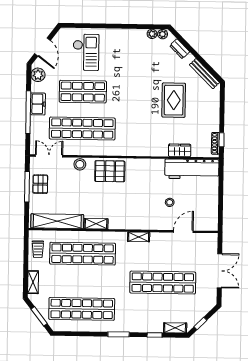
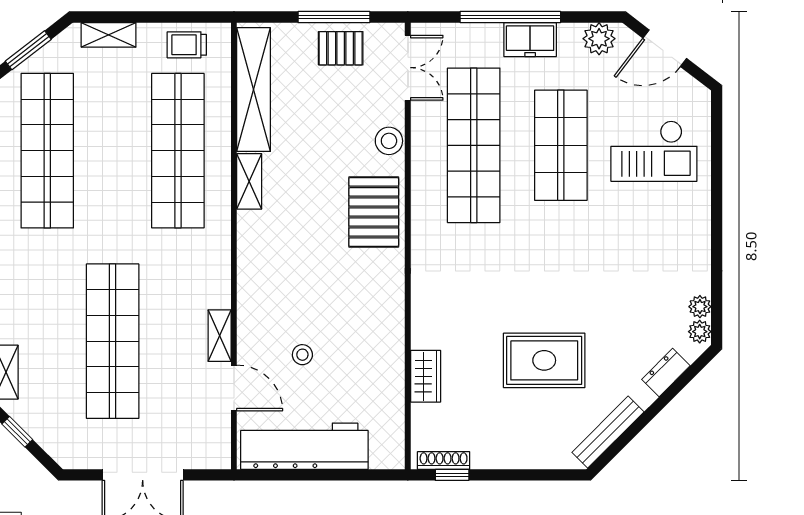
workbench: (192, 169) -> (304, 446), moved, turned 90
shelving: (139, 237) -> (220, 336), moved

